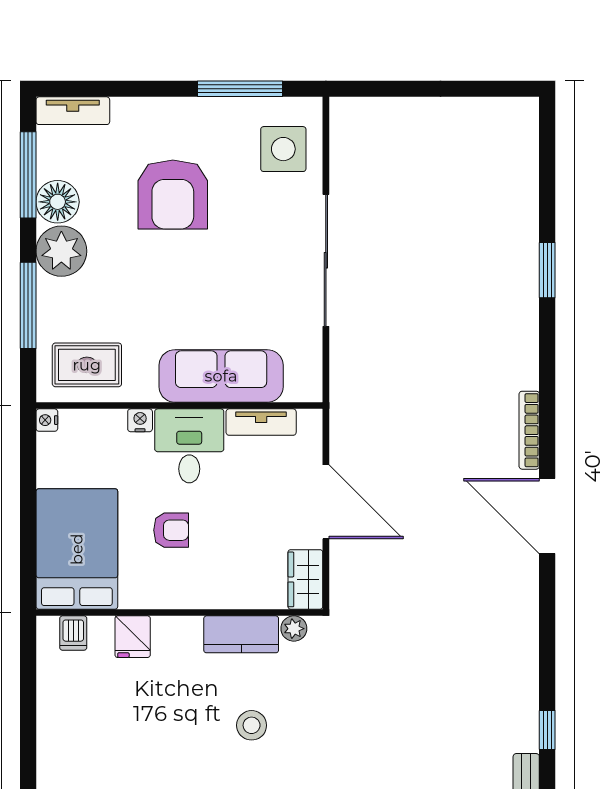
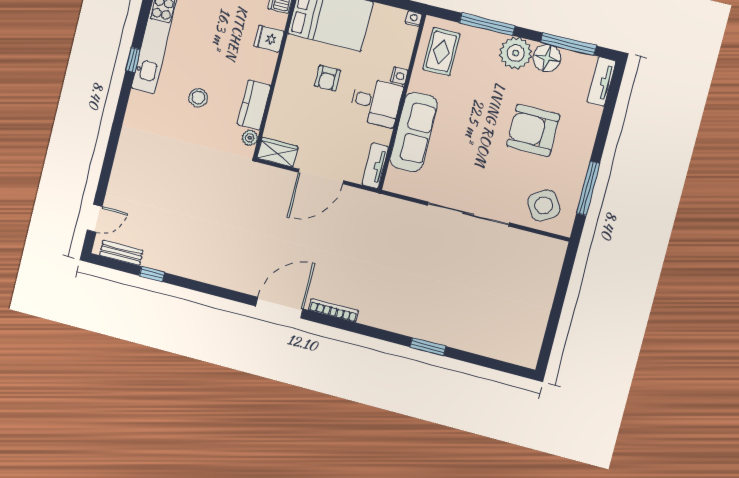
side table: (283, 149) -> (544, 205), turned -31
tv unit: (261, 422) -> (375, 166), moved

